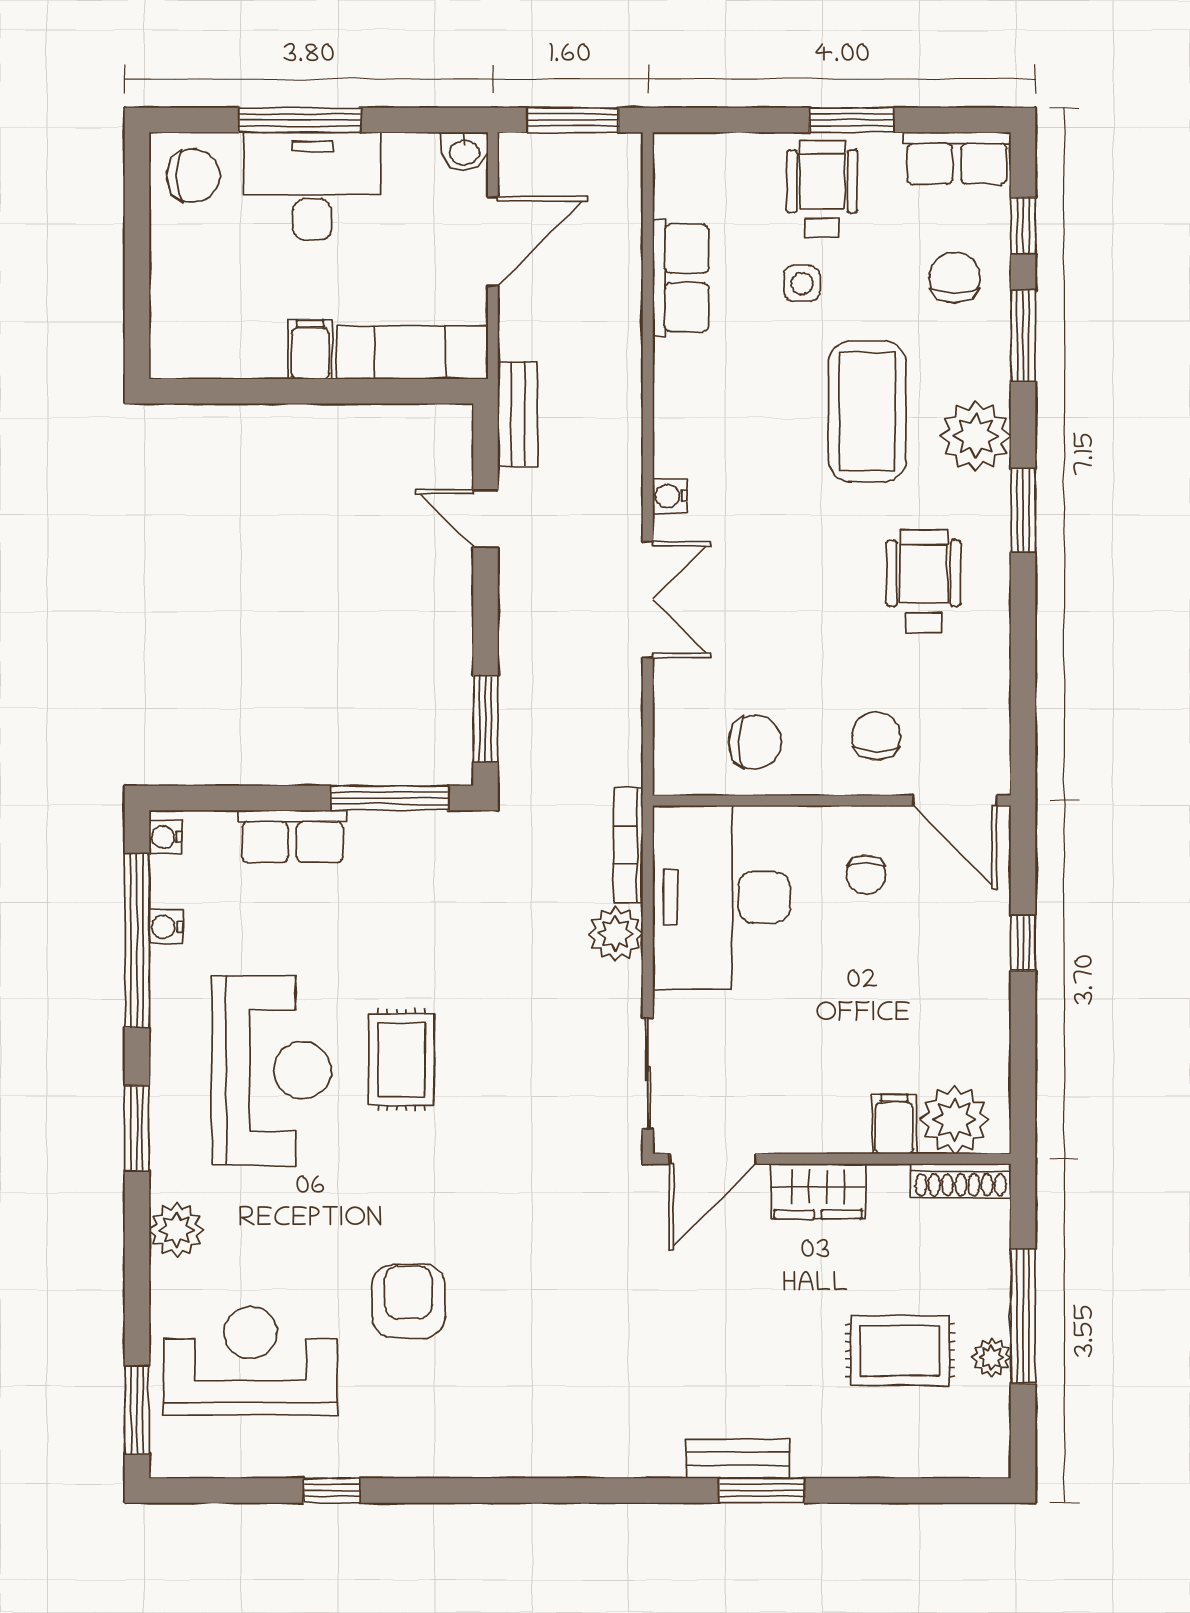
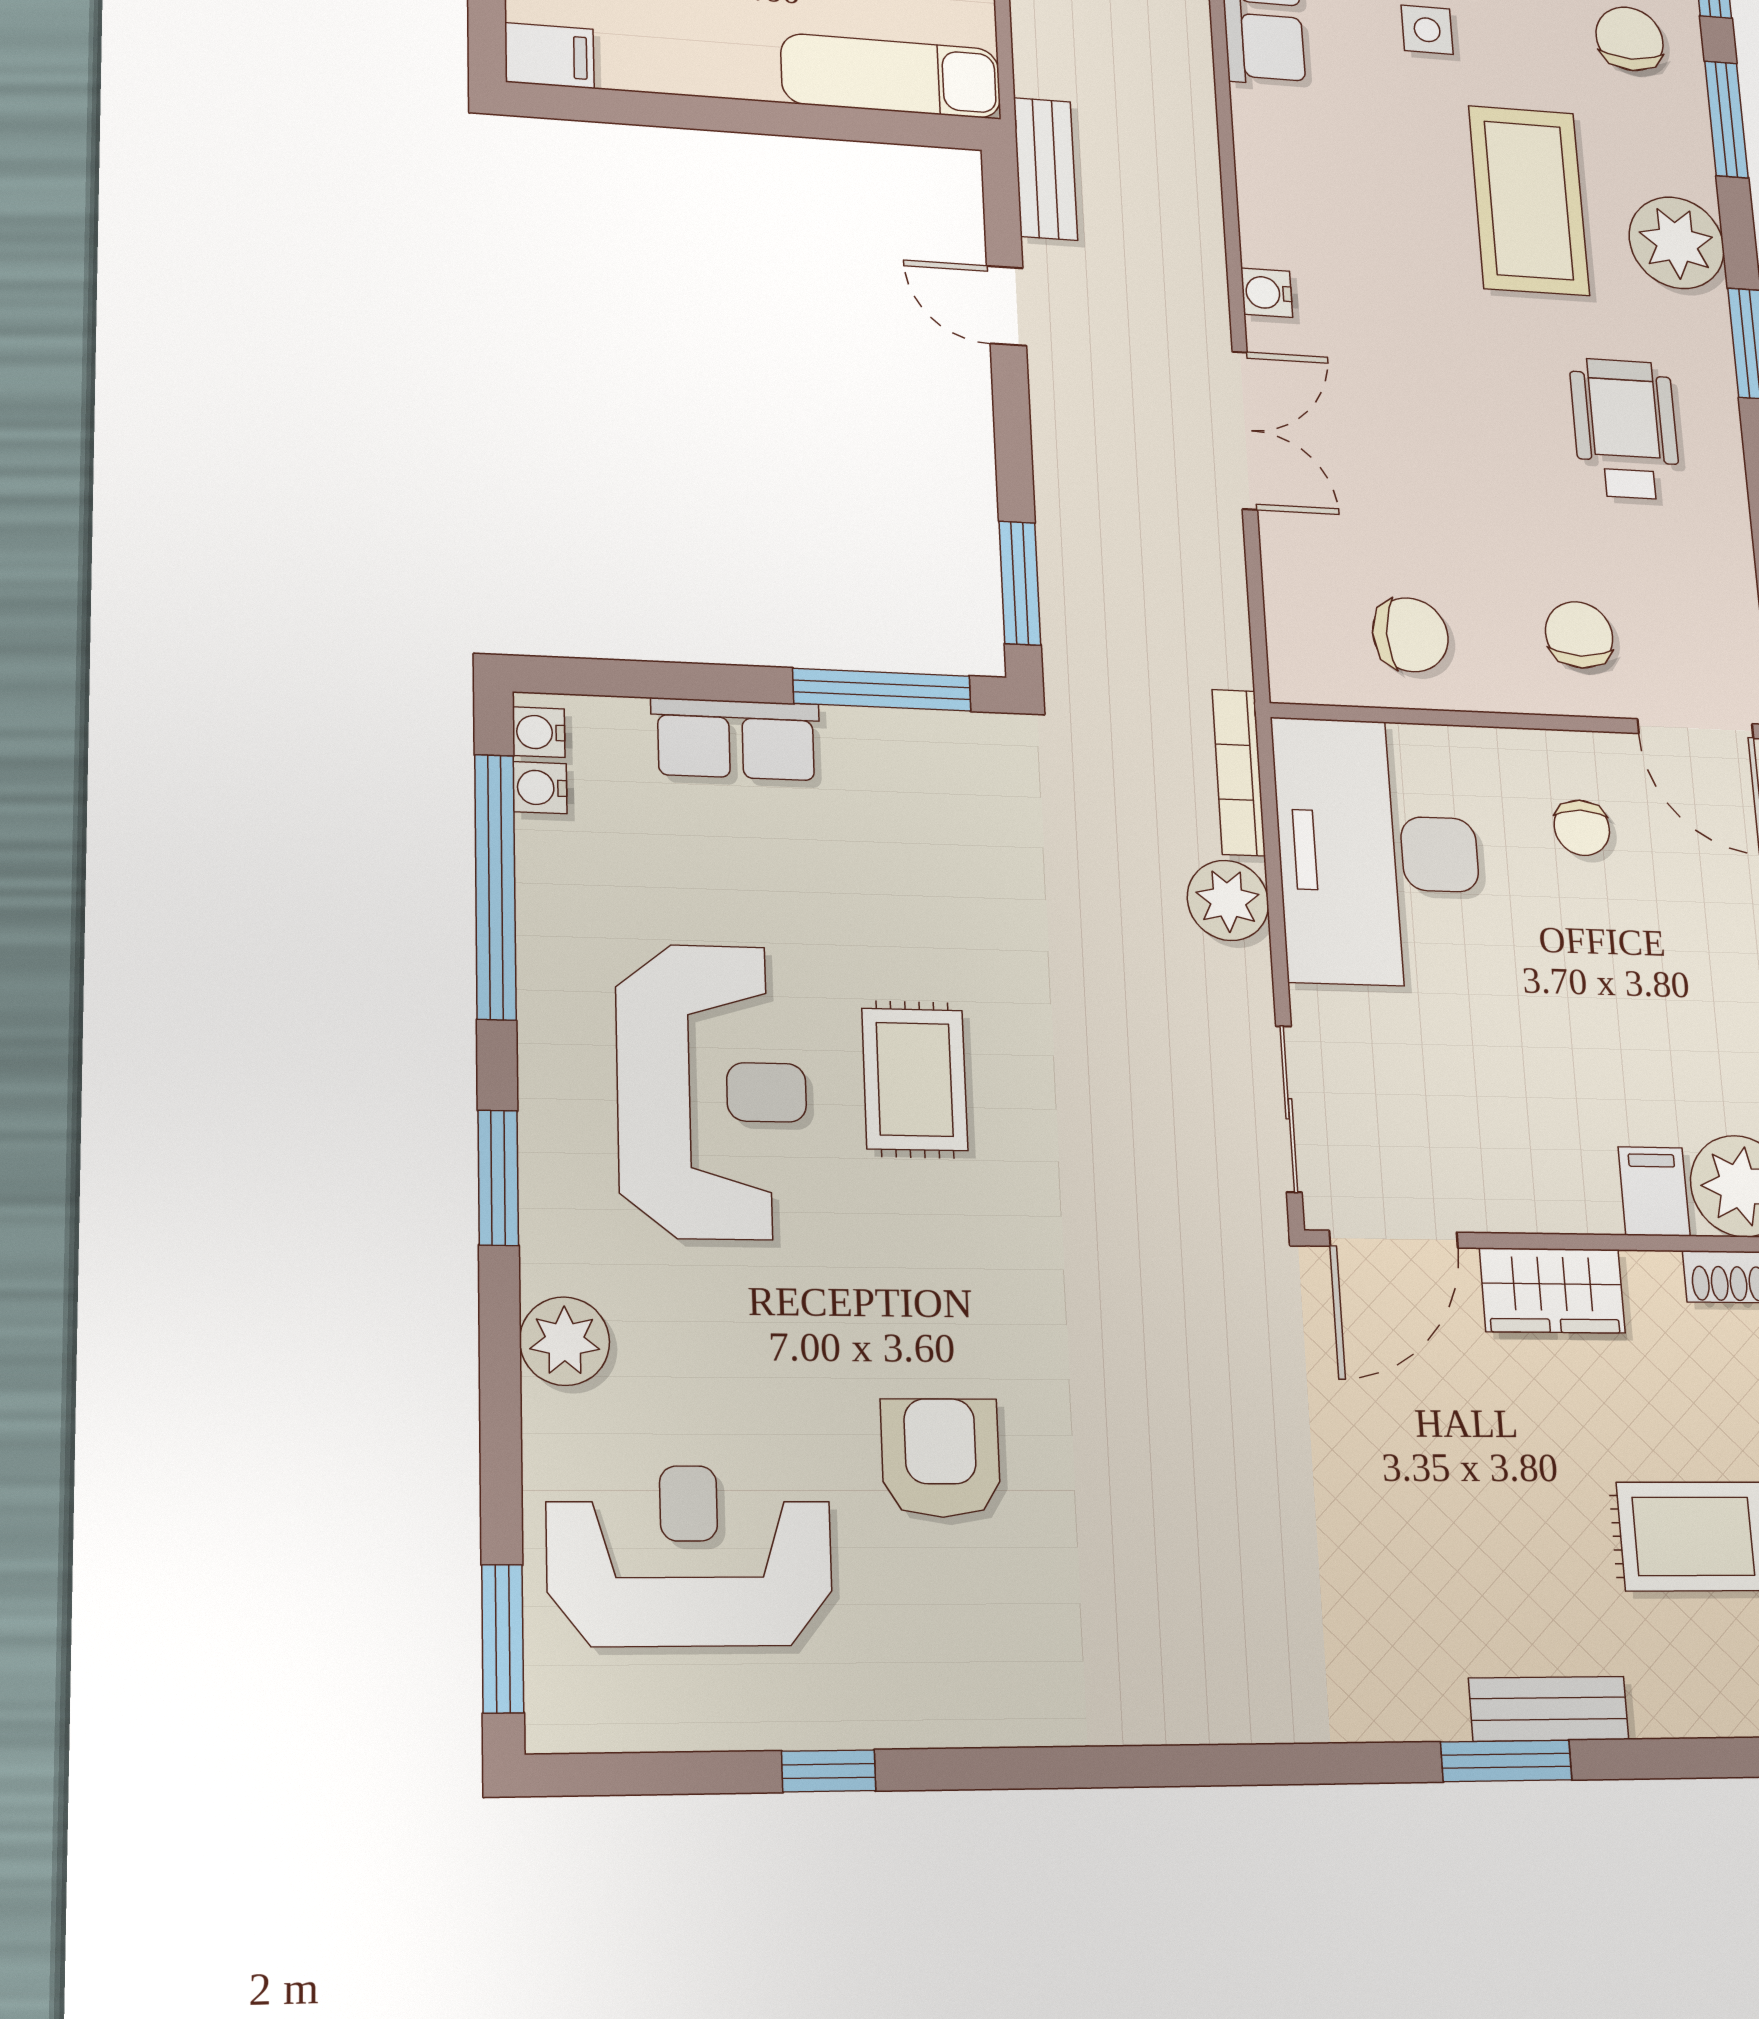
filing cabinet: (310, 350) -> (549, 56), moved, turned 90
water cooler: (166, 927) -> (540, 788), moved
bench: (738, 1459) -> (1549, 1709), moved

